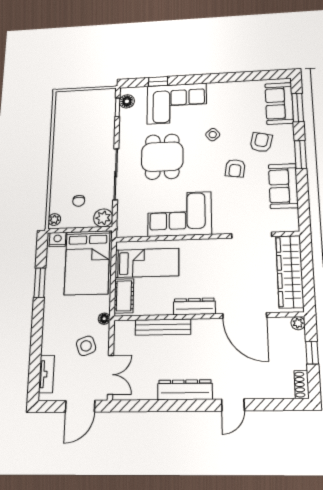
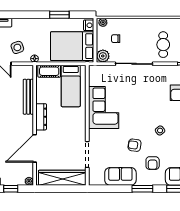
cafe table: (90, 137) -> (163, 45), added
armchair: (261, 142) -> (153, 163), turned 77
dining table: (162, 157) -> (145, 96), removed

